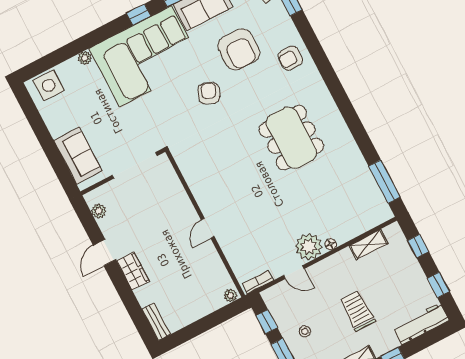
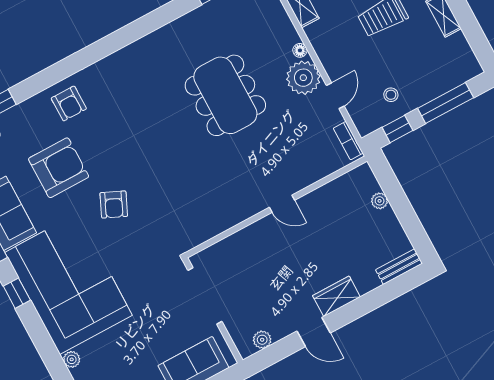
armchair: (209, 93) -> (114, 204), turned -89
dining table: (291, 138) -> (225, 95), moved, turned 90
plant: (230, 295) -> (380, 201), moved
stool: (305, 331) -> (391, 95), moved

